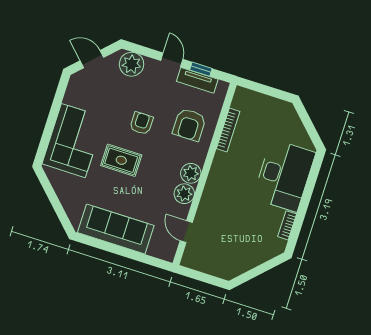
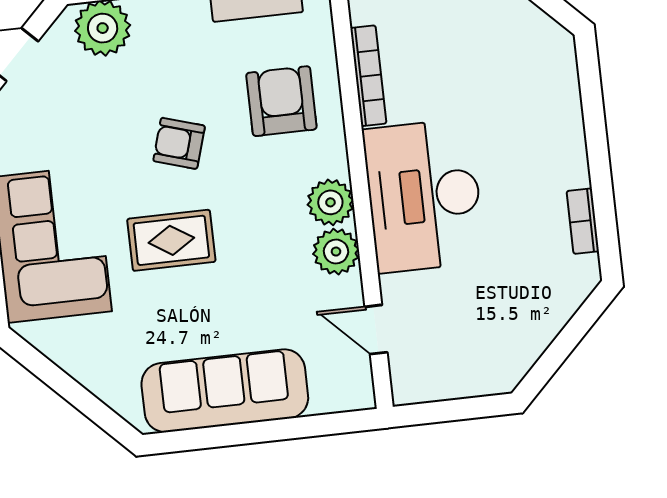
armchair: (141, 123) -> (179, 143), turned -73
armchair: (189, 125) -> (281, 101), turned 180
desk: (284, 175) -> (424, 196), moved, turned 180

